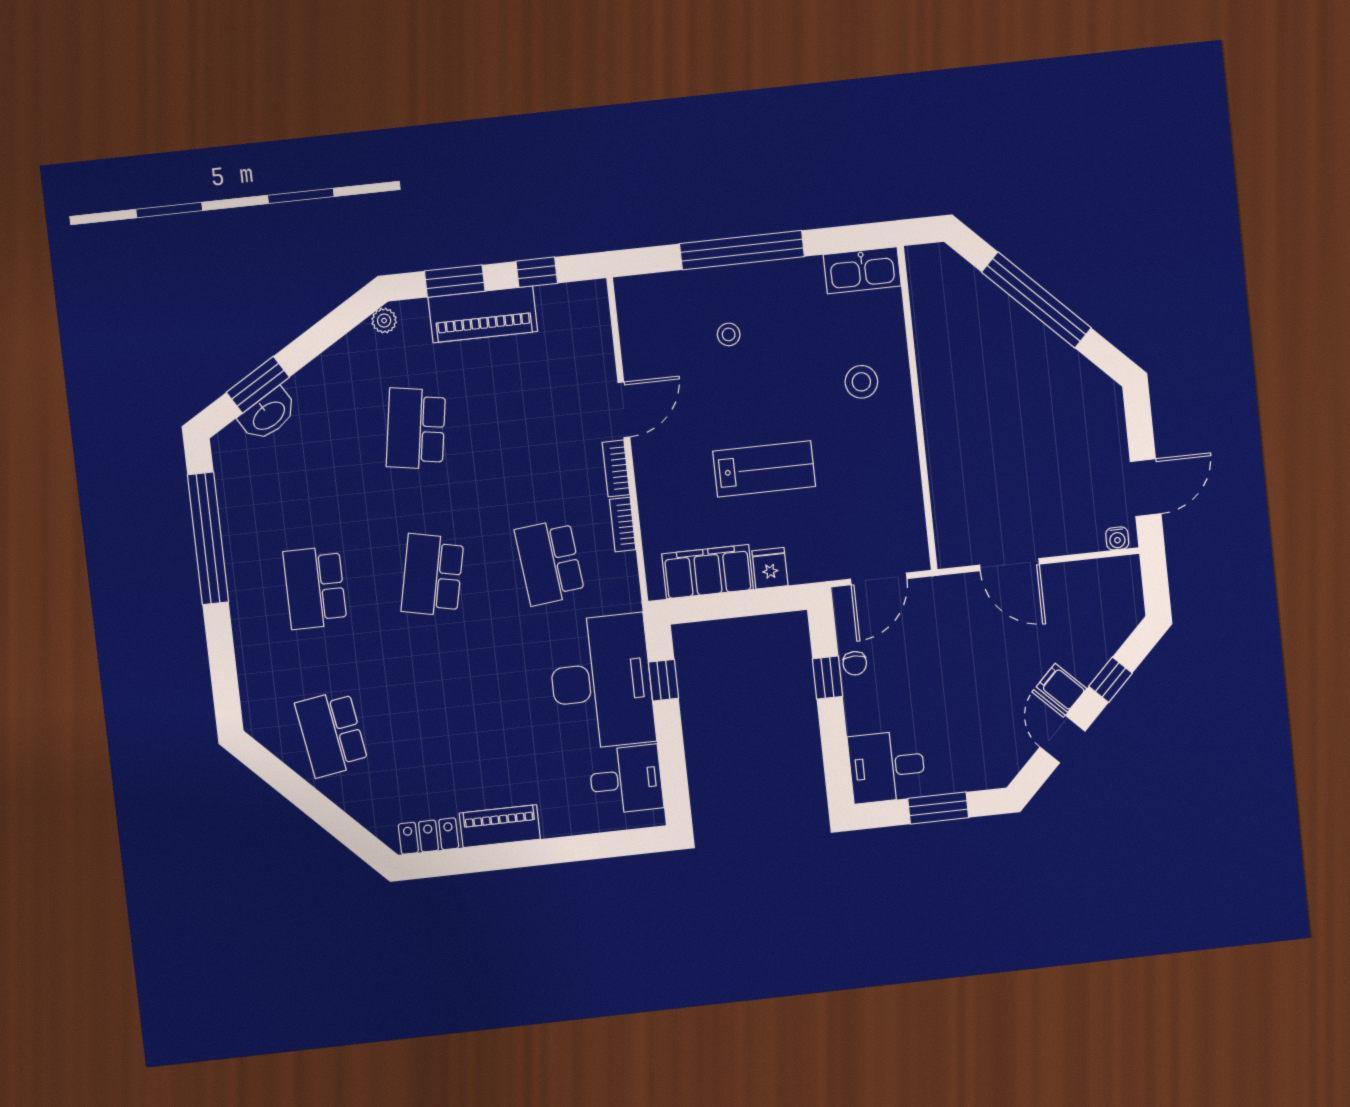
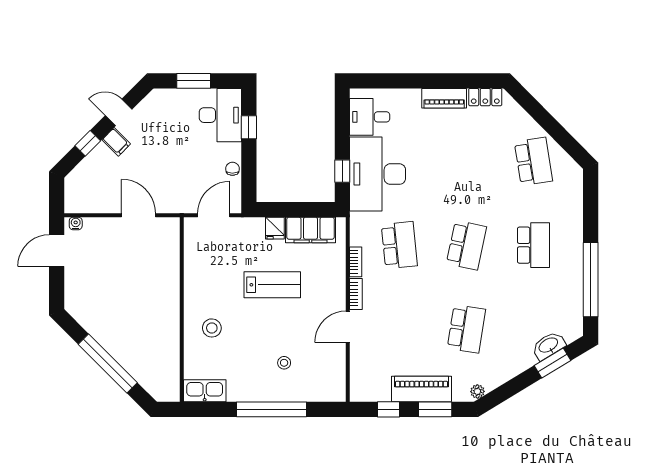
lab bench: (764, 469) -> (272, 285), turned 180
window: (827, 678) -> (249, 127), moved
door: (1063, 739) -> (119, 112), swing flipped
desk: (887, 767) -> (220, 115), width x1.37

